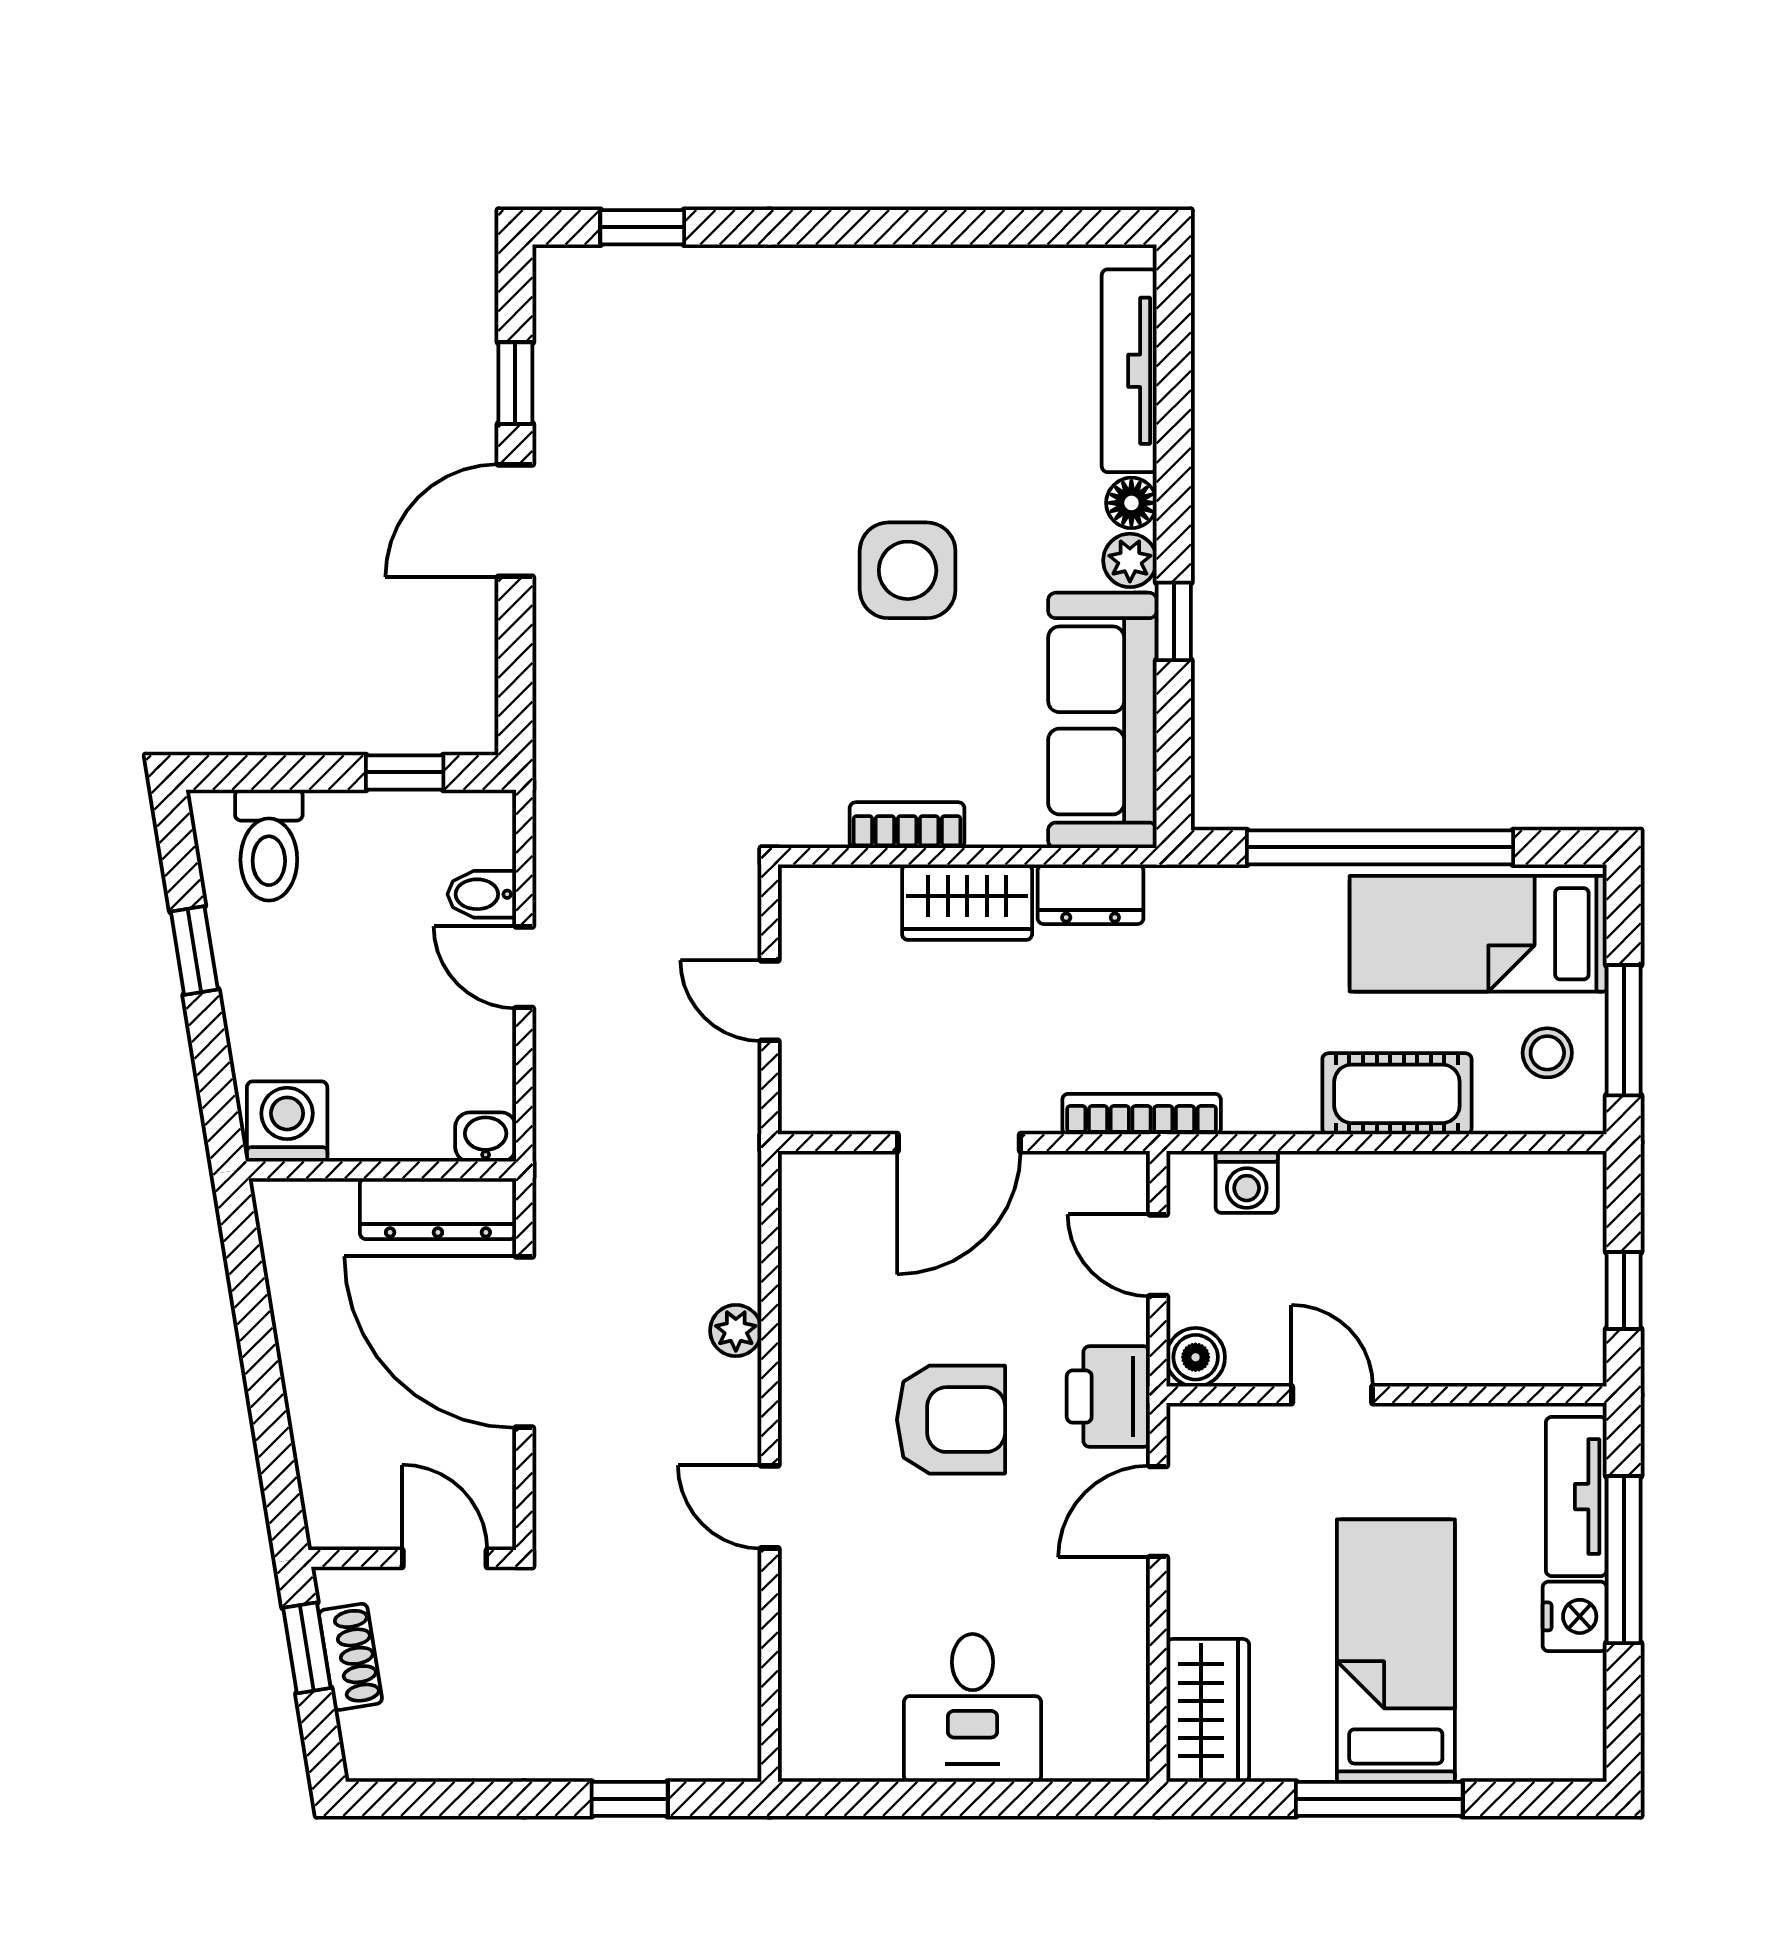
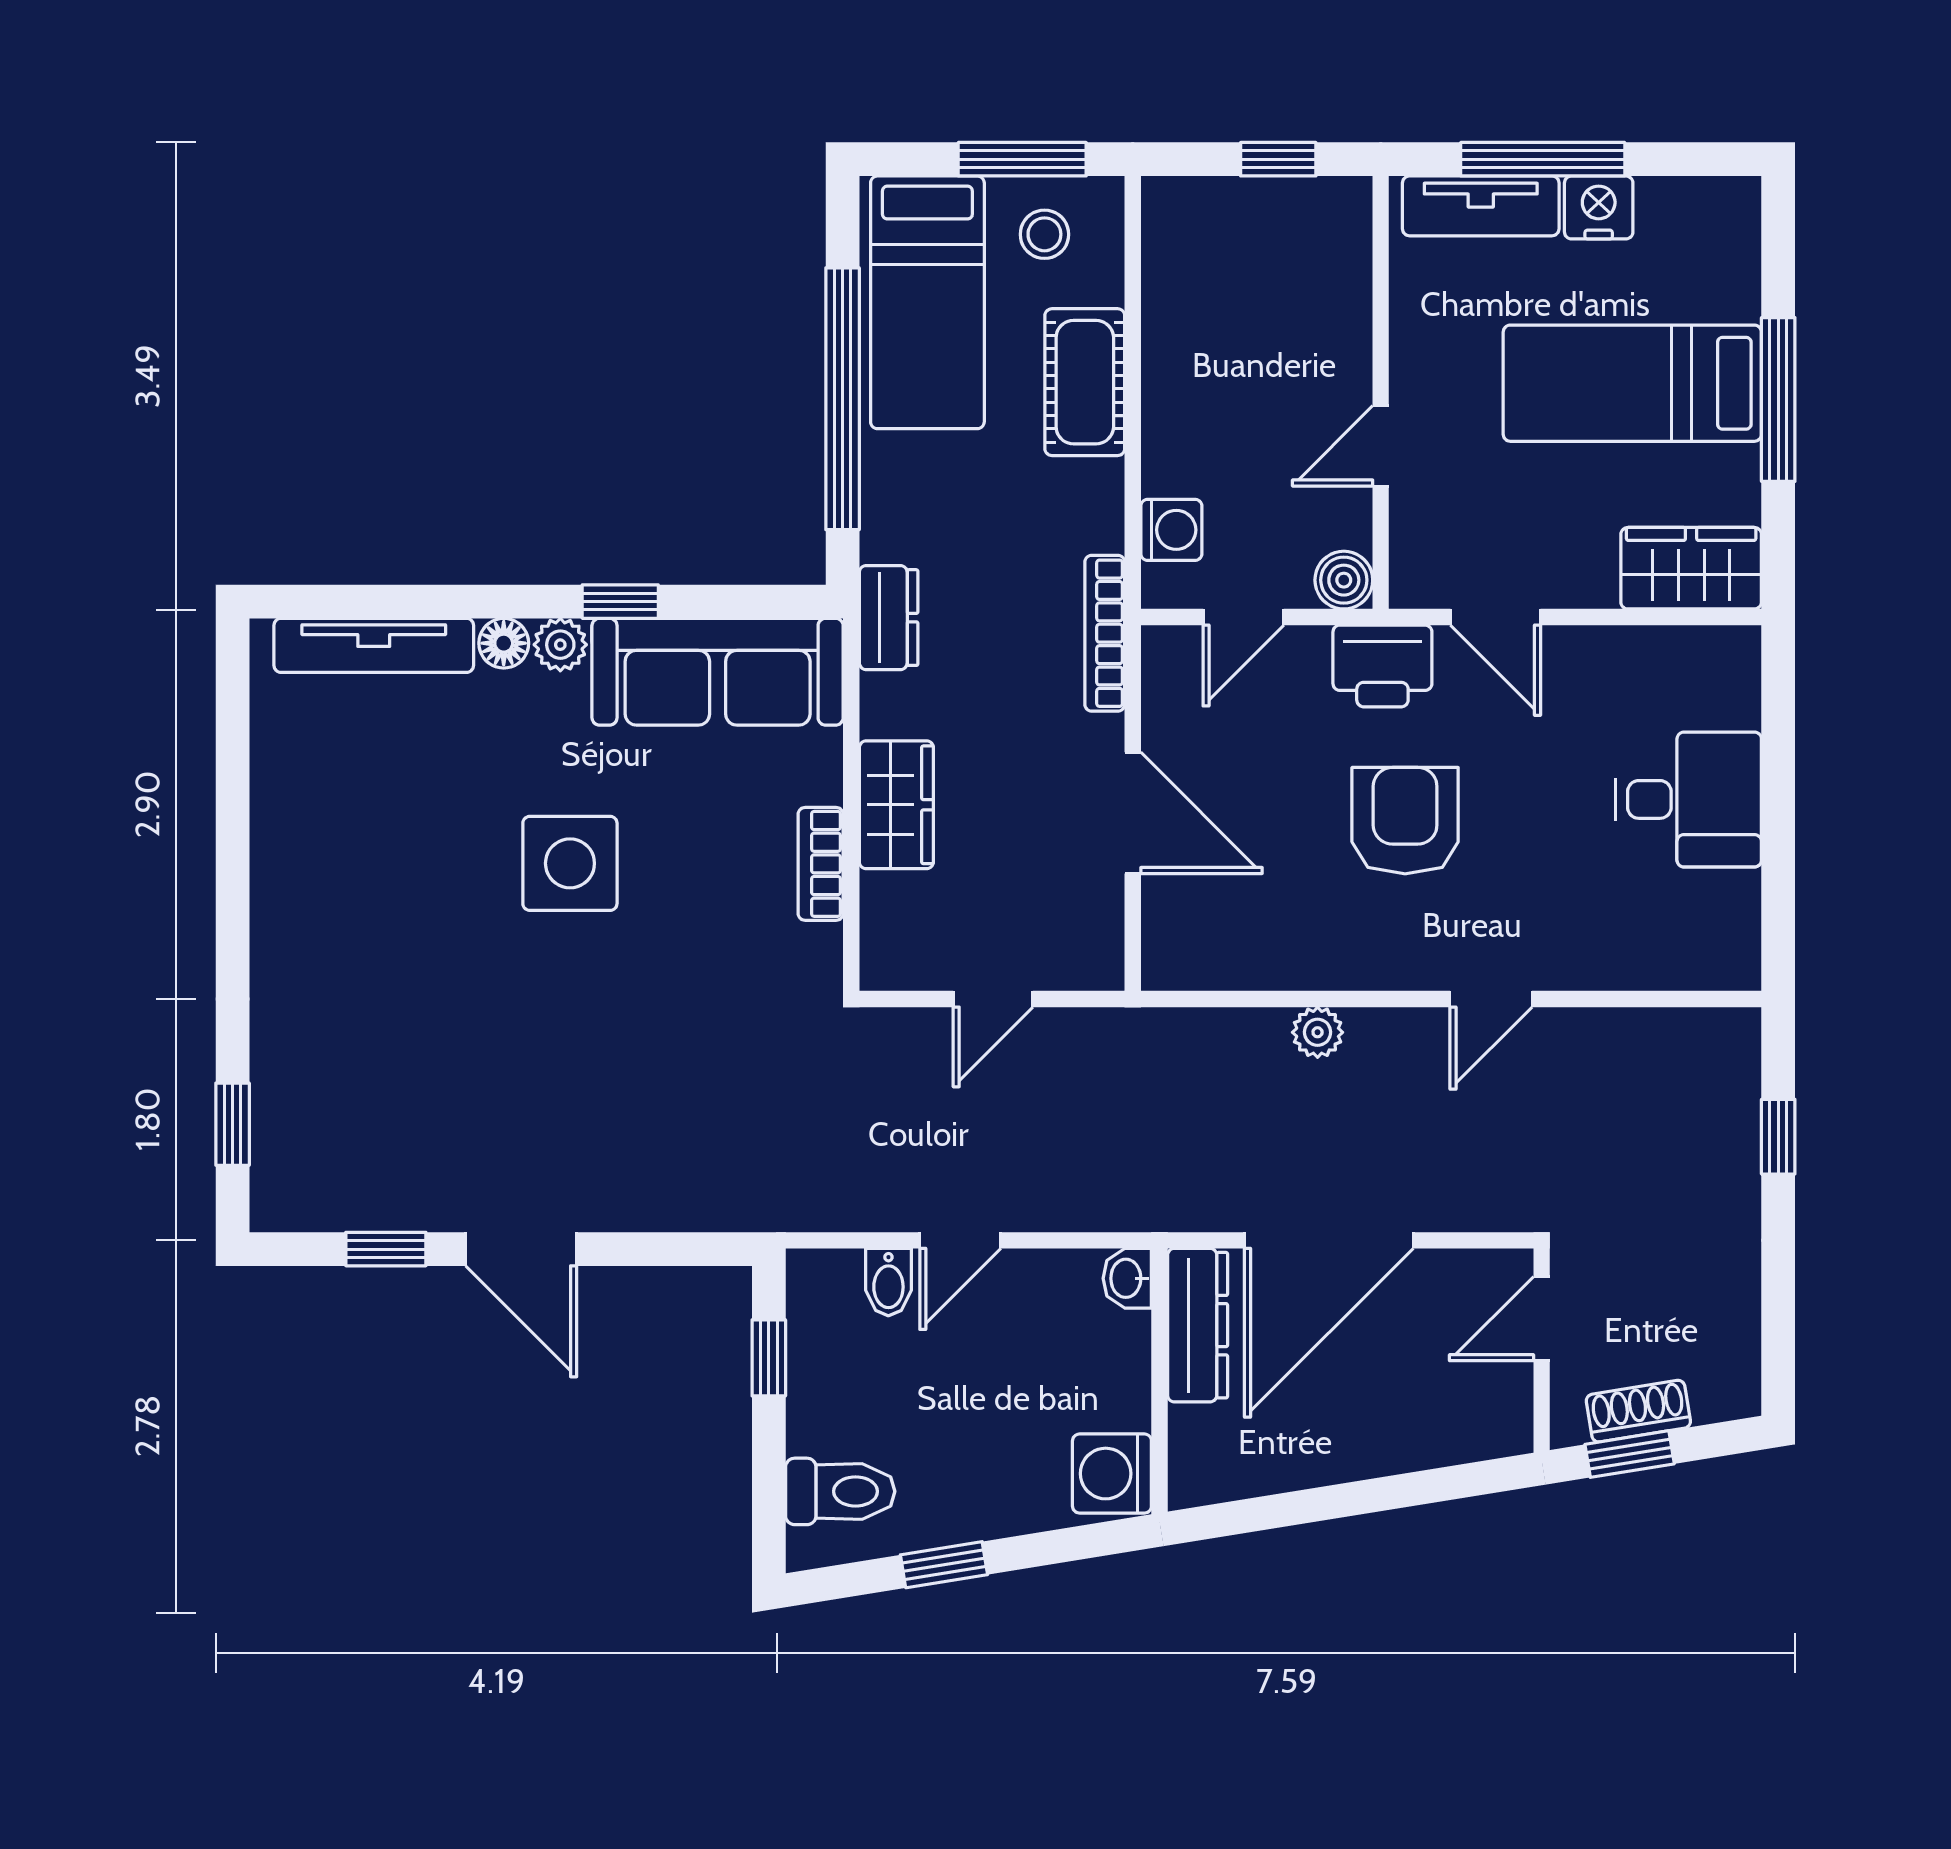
dresser: (1091, 894) -> (889, 618), moved

